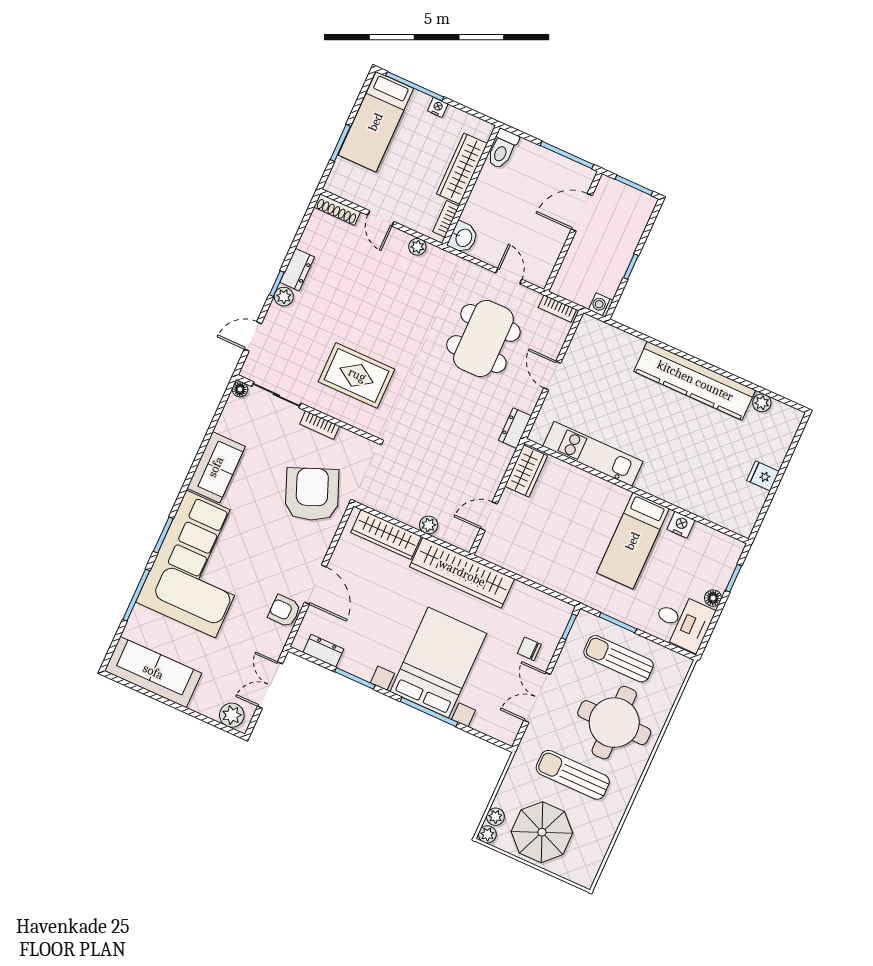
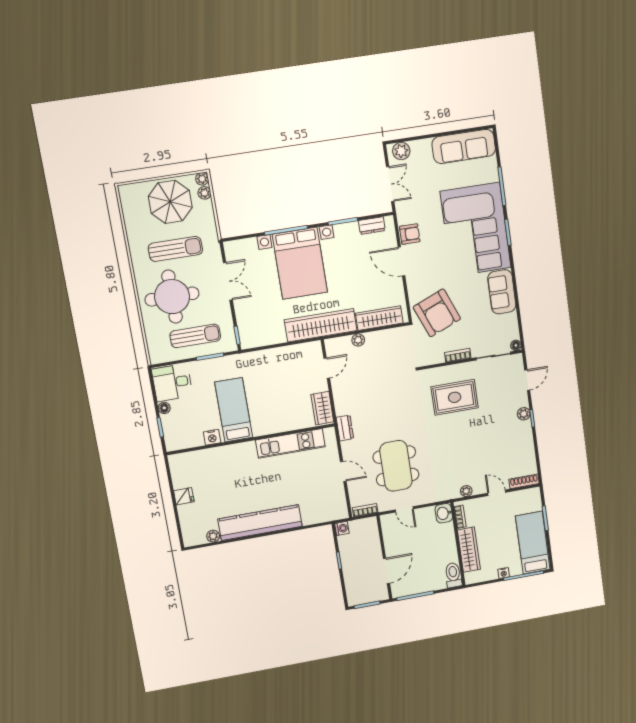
dresser: (297, 270) -> (526, 434), removed
chair: (529, 649) -> (252, 307), removed

